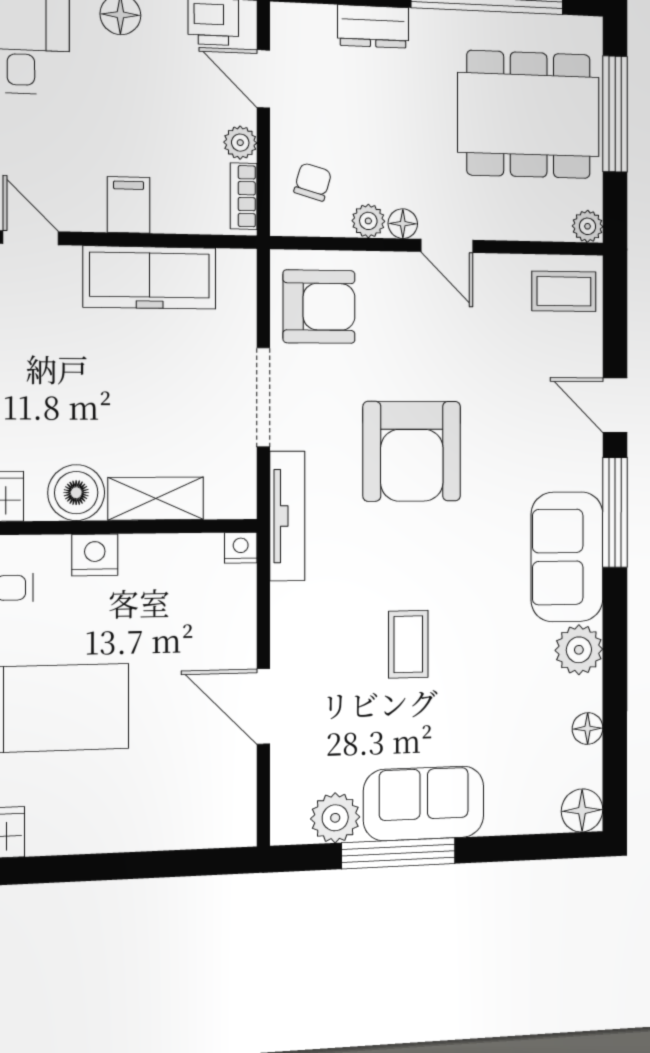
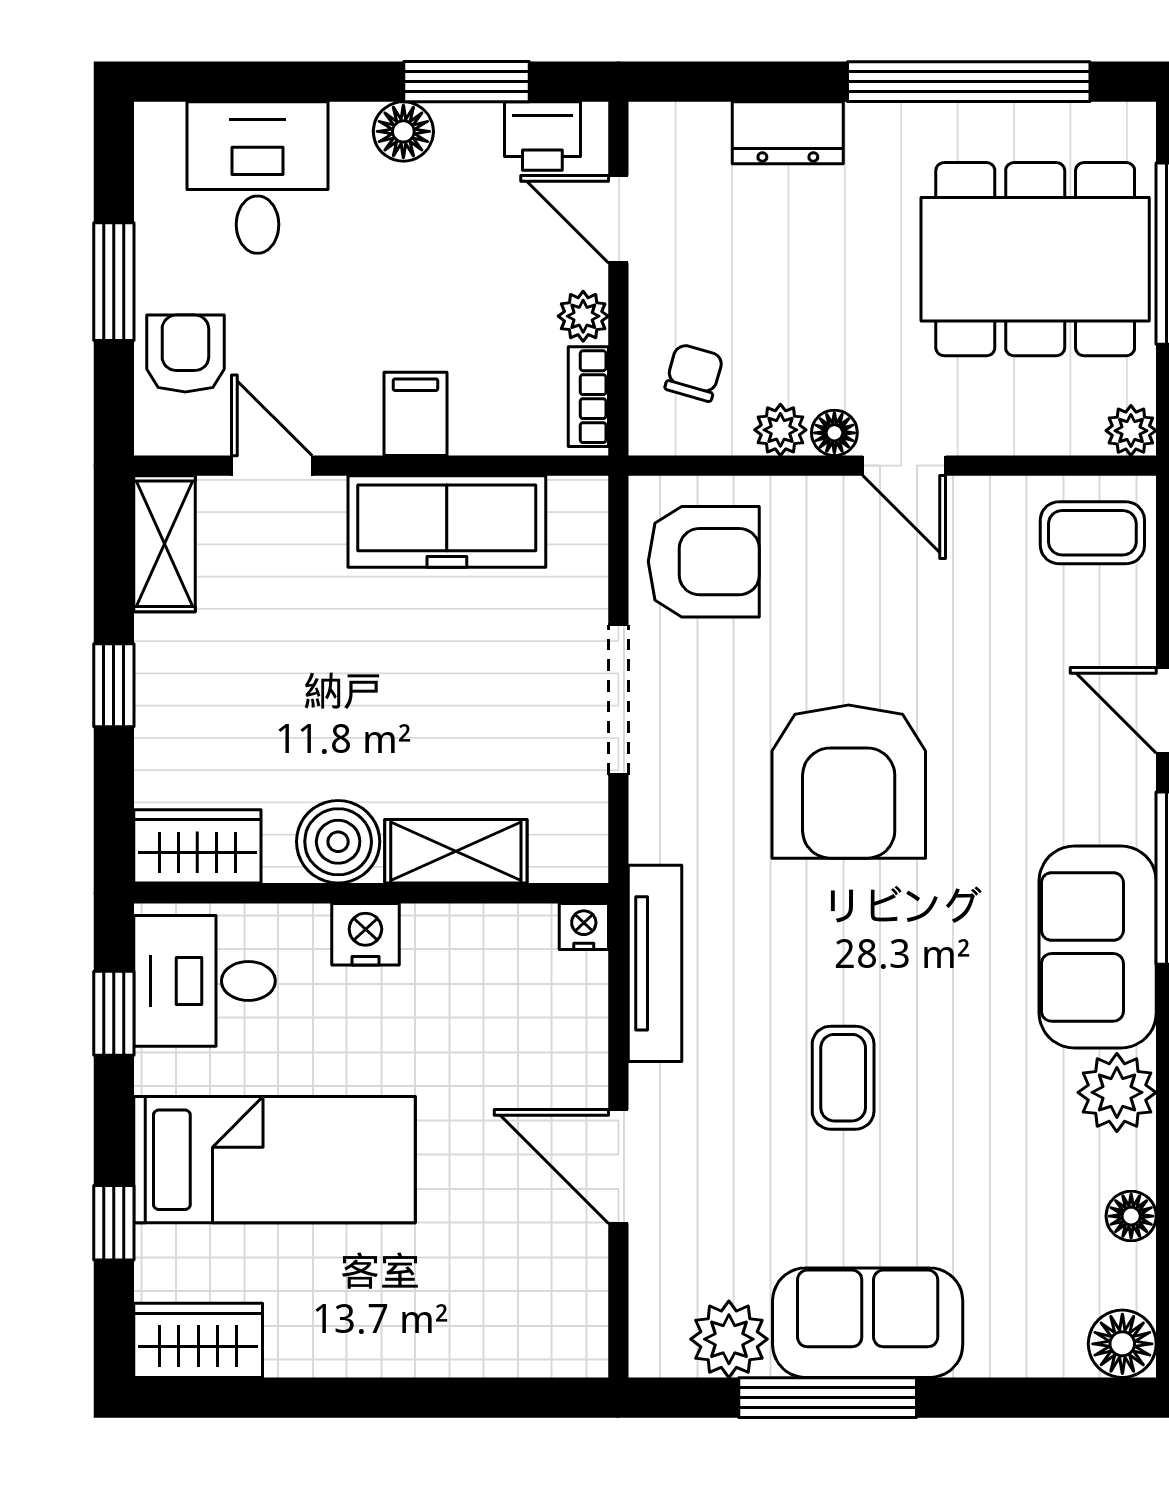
tv unit: (287, 516) -> (655, 963), moved

